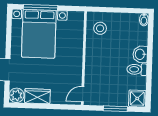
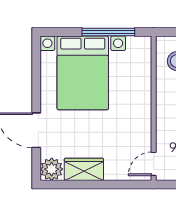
window: (40, 7) -> (108, 32), moved

